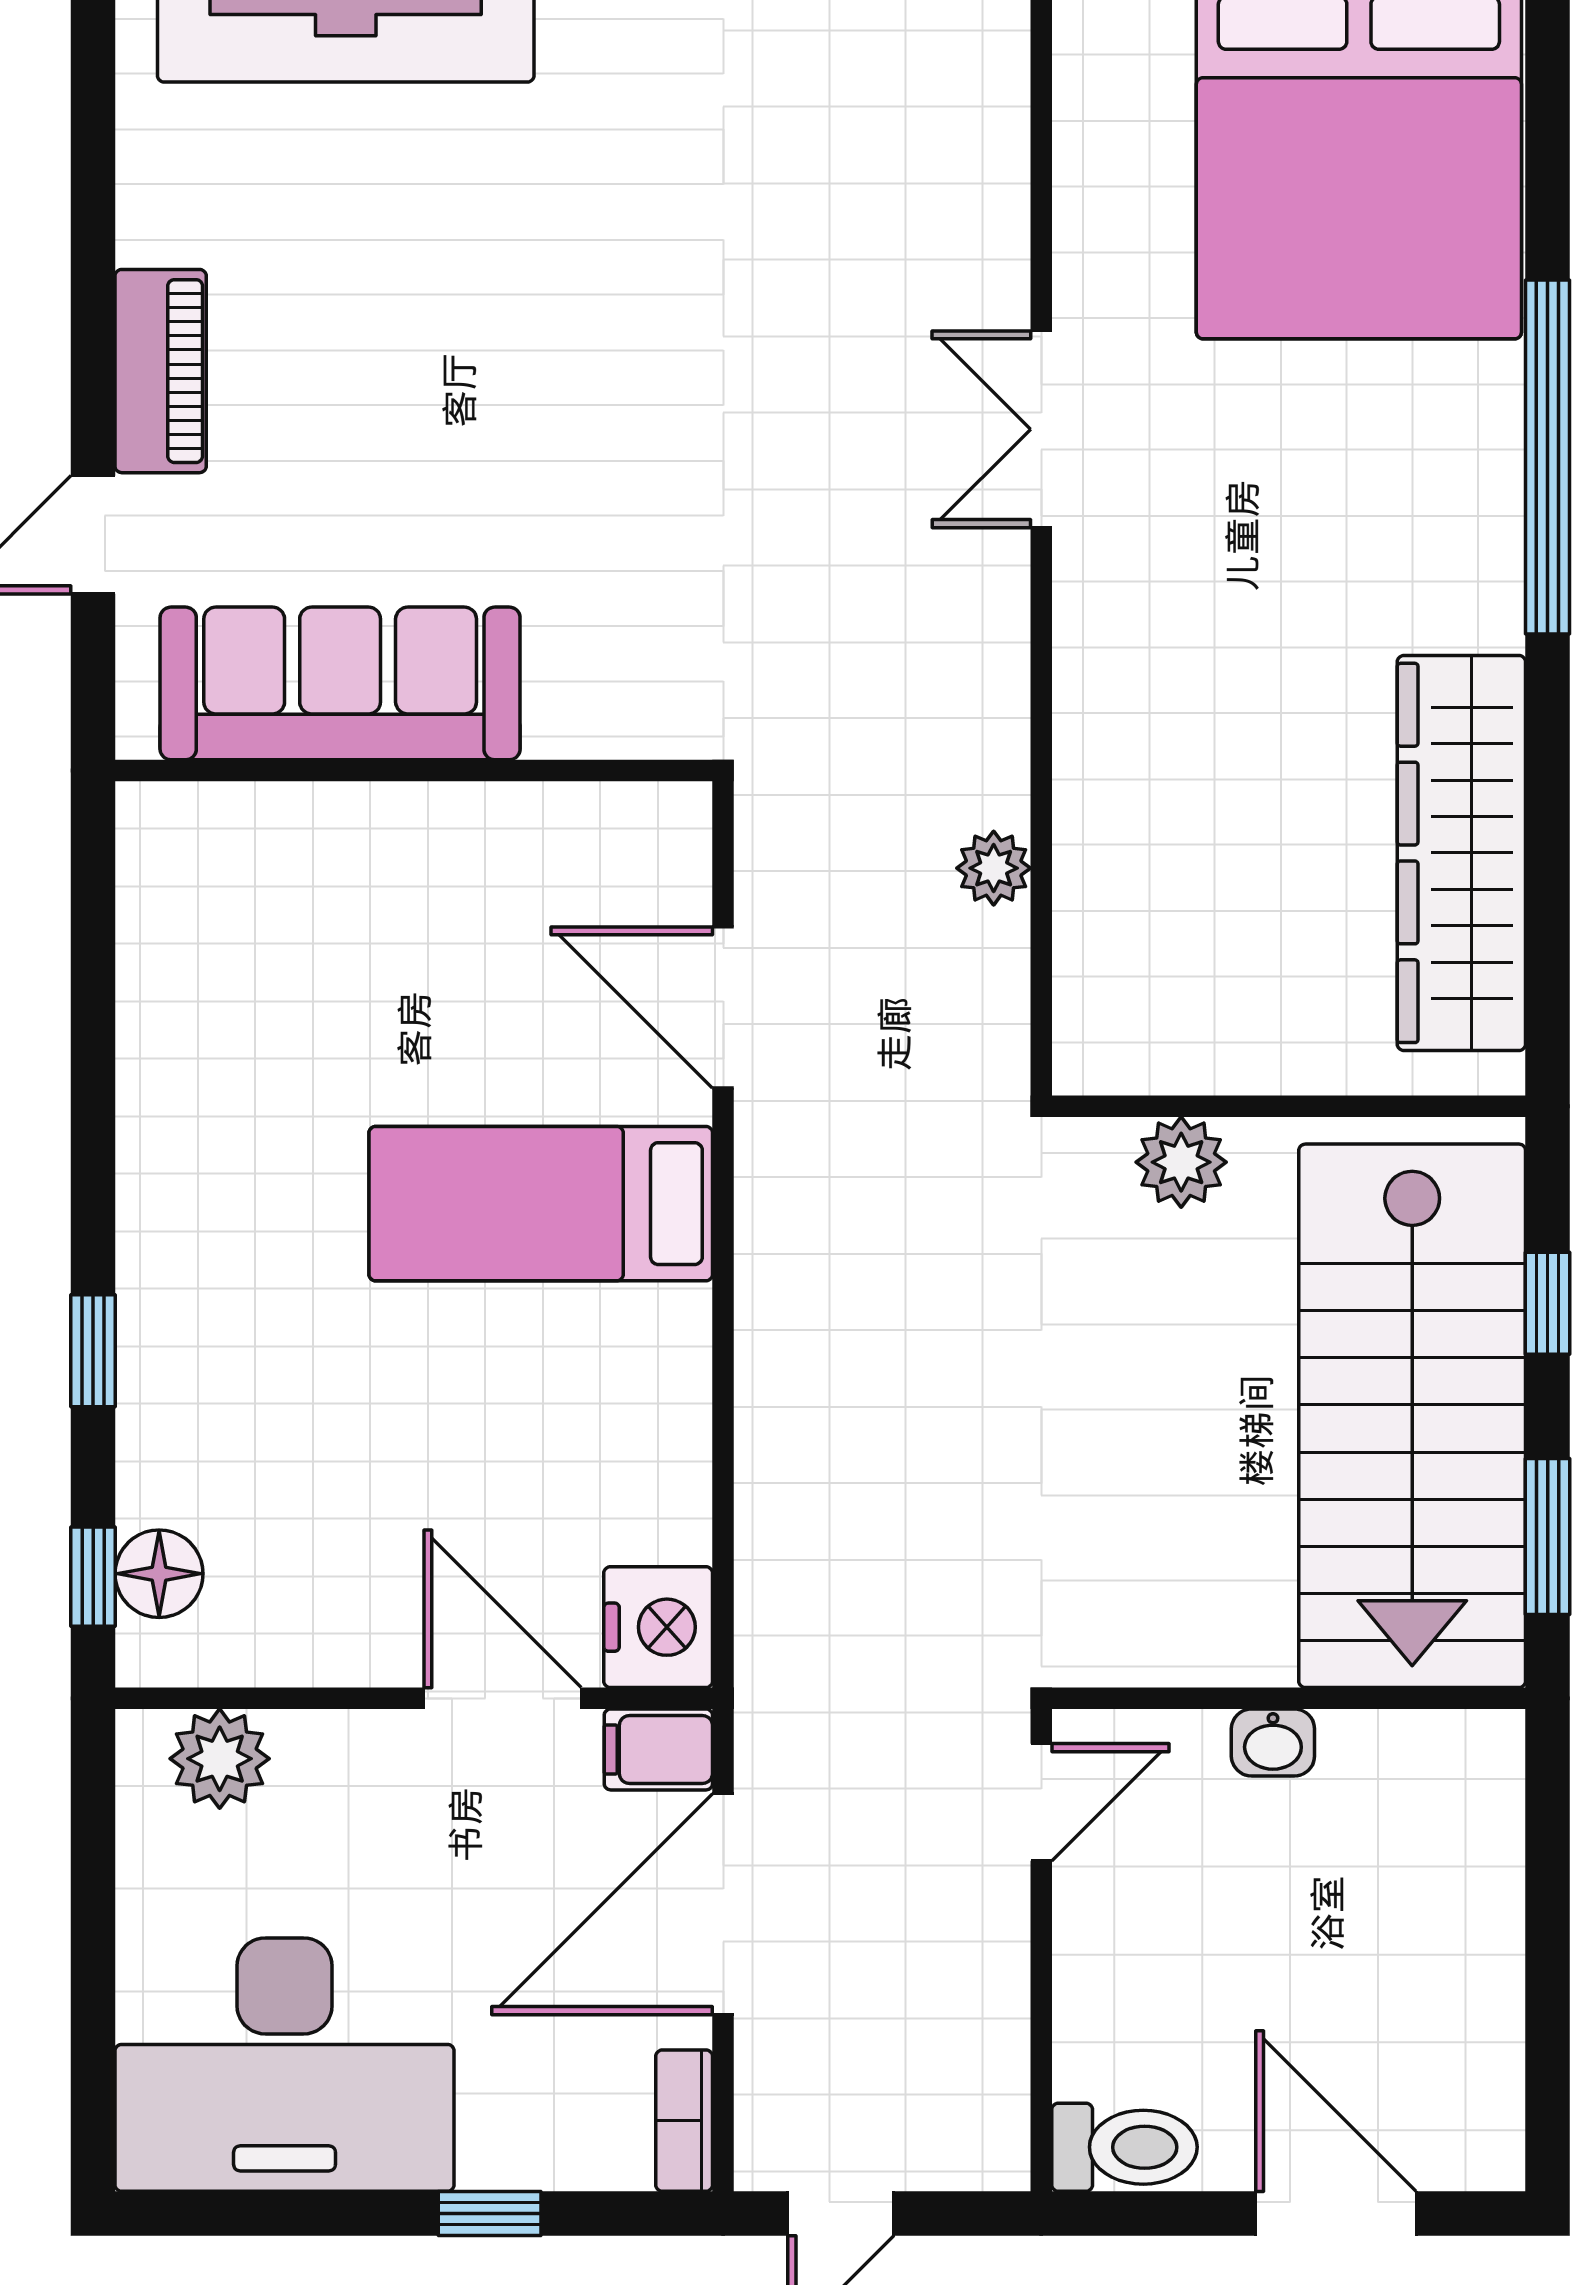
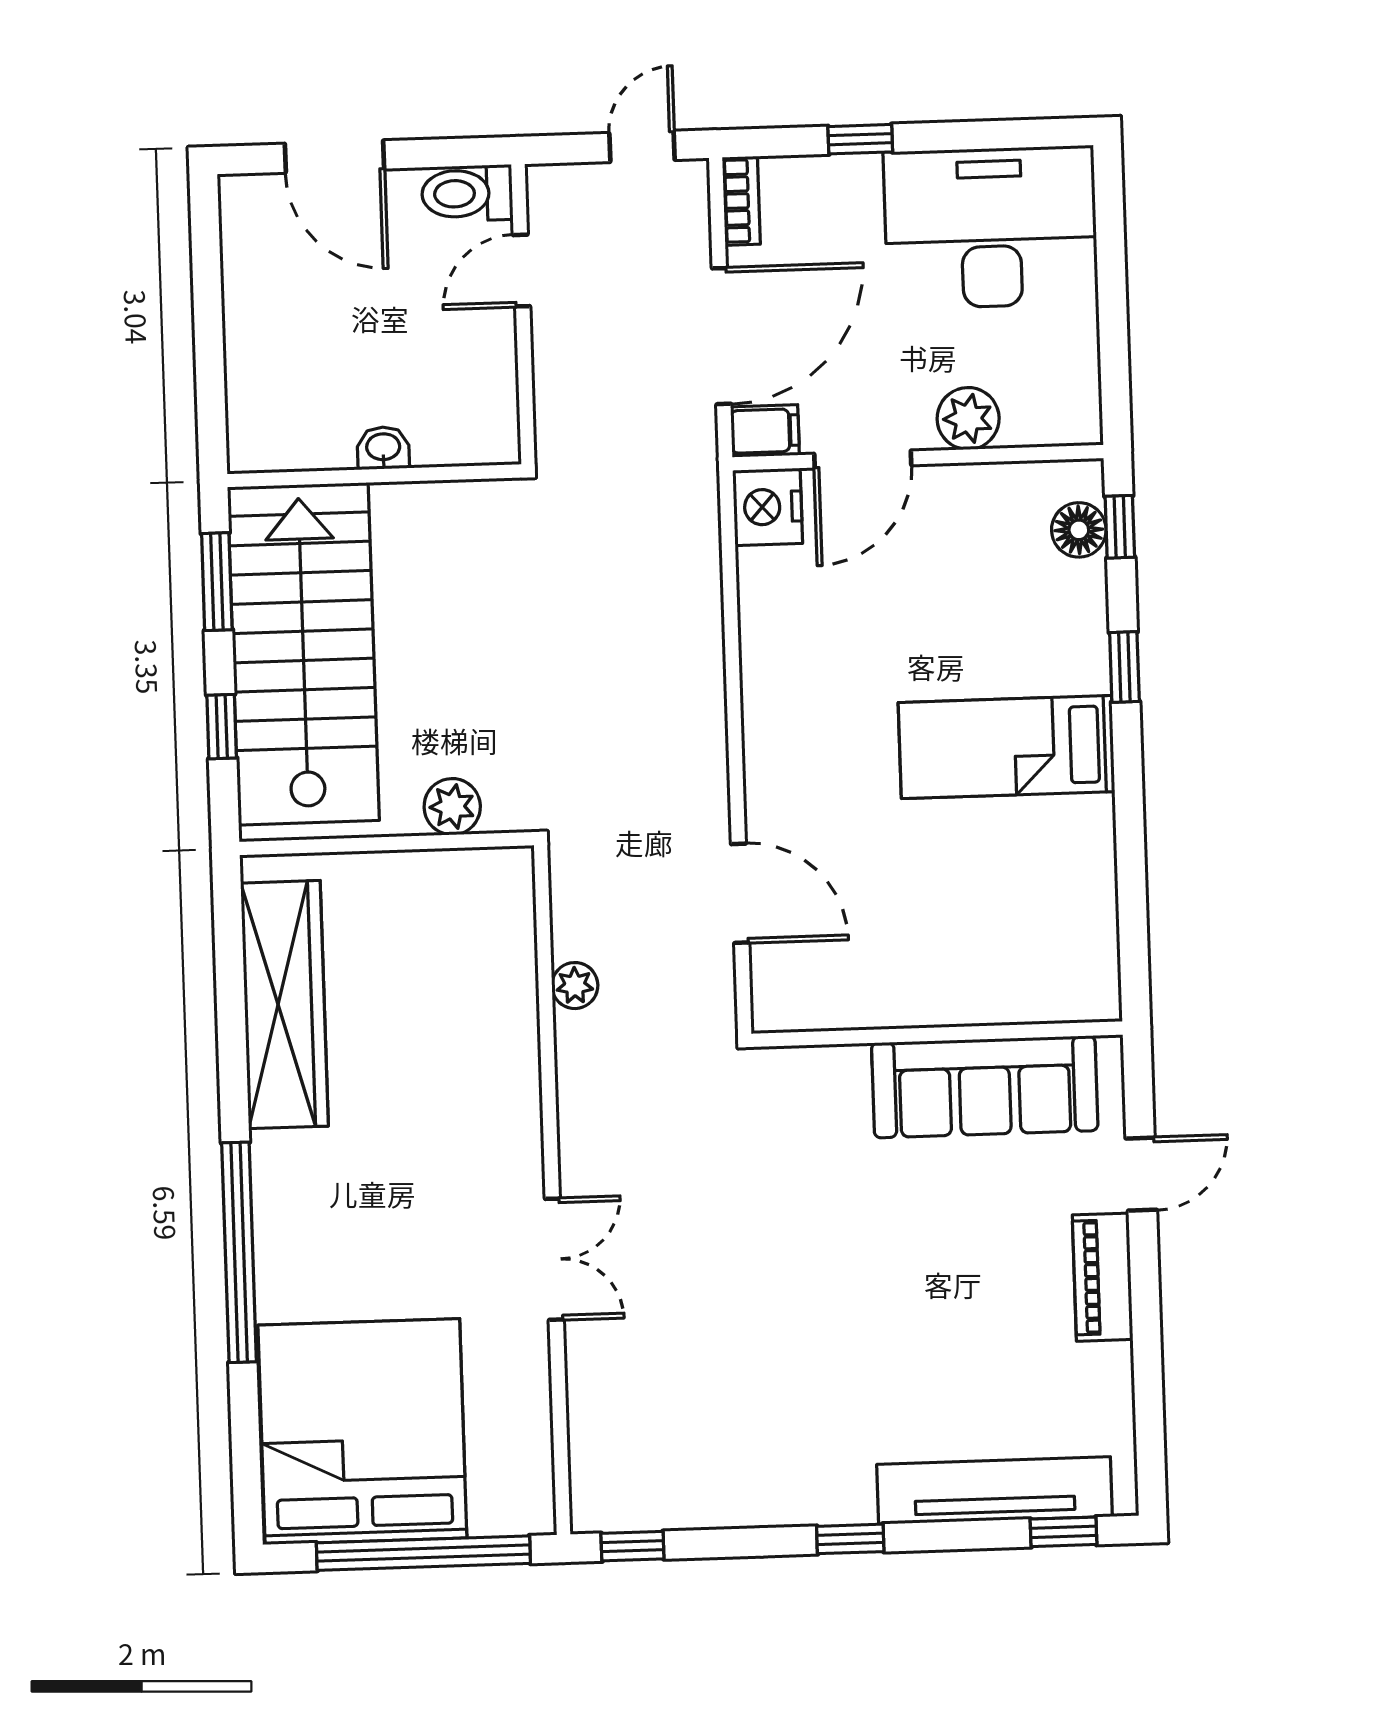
bed: (541, 1204) -> (1007, 747), moved, turned 180
door: (503, 1698) -> (863, 460), hinge flipped
plant: (220, 1759) -> (968, 418), moved
door: (1041, 1802) -> (521, 271), moved

